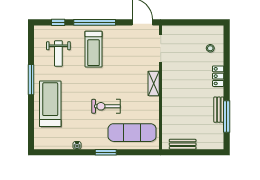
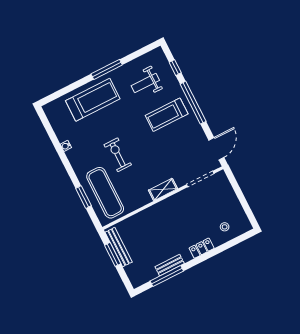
bench: (183, 144) -> (119, 247), width x1.36
window: (106, 152) -> (84, 197), moved
window: (186, 152) -> (113, 254), added

